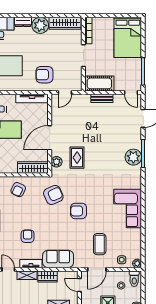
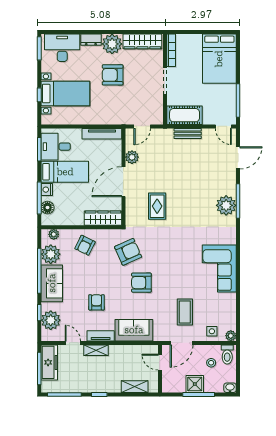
armchair: (44, 75) -> (113, 75), moved
plant: (56, 162) -> (132, 157), moved
armchair: (79, 211) -> (141, 283), moved
wardrobe: (47, 276) -> (121, 352), removed

